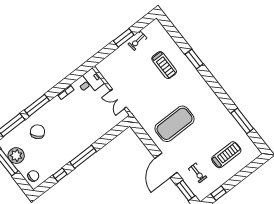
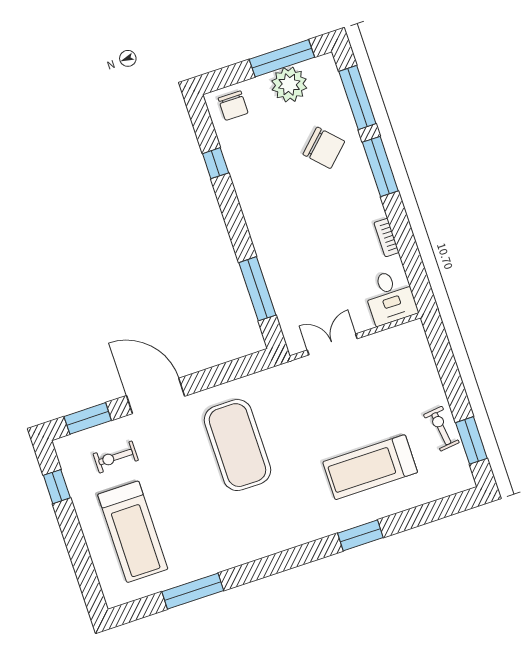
window: (124, 38) -> (471, 440), moved
treadmill: (164, 65) -> (370, 467), width x1.37, depth x1.38
treadmill: (226, 155) -> (133, 532), width x1.37, depth x1.37
window: (83, 157) -> (257, 289), moved

